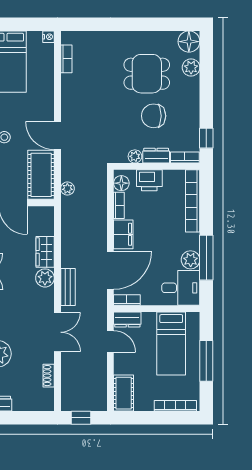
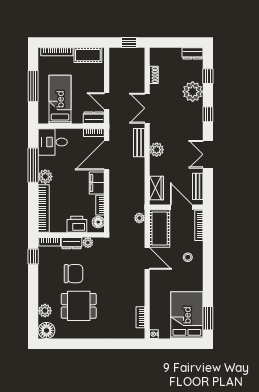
wardrobe: (45, 252) -> (156, 188), moved
plant: (191, 260) -> (45, 177), moved
cot: (124, 393) -> (88, 55), moved, turned 90

